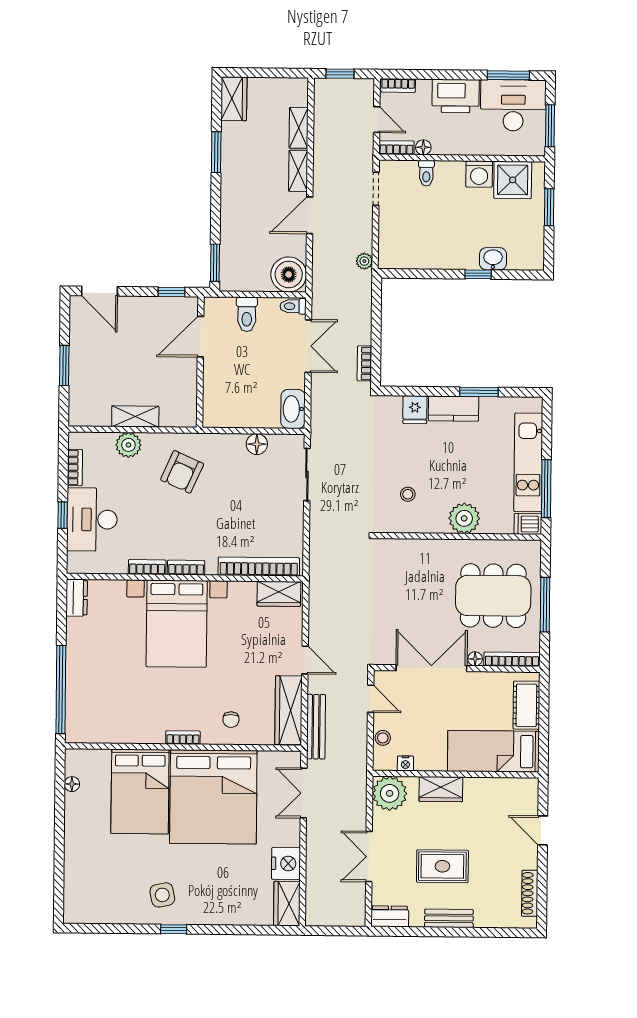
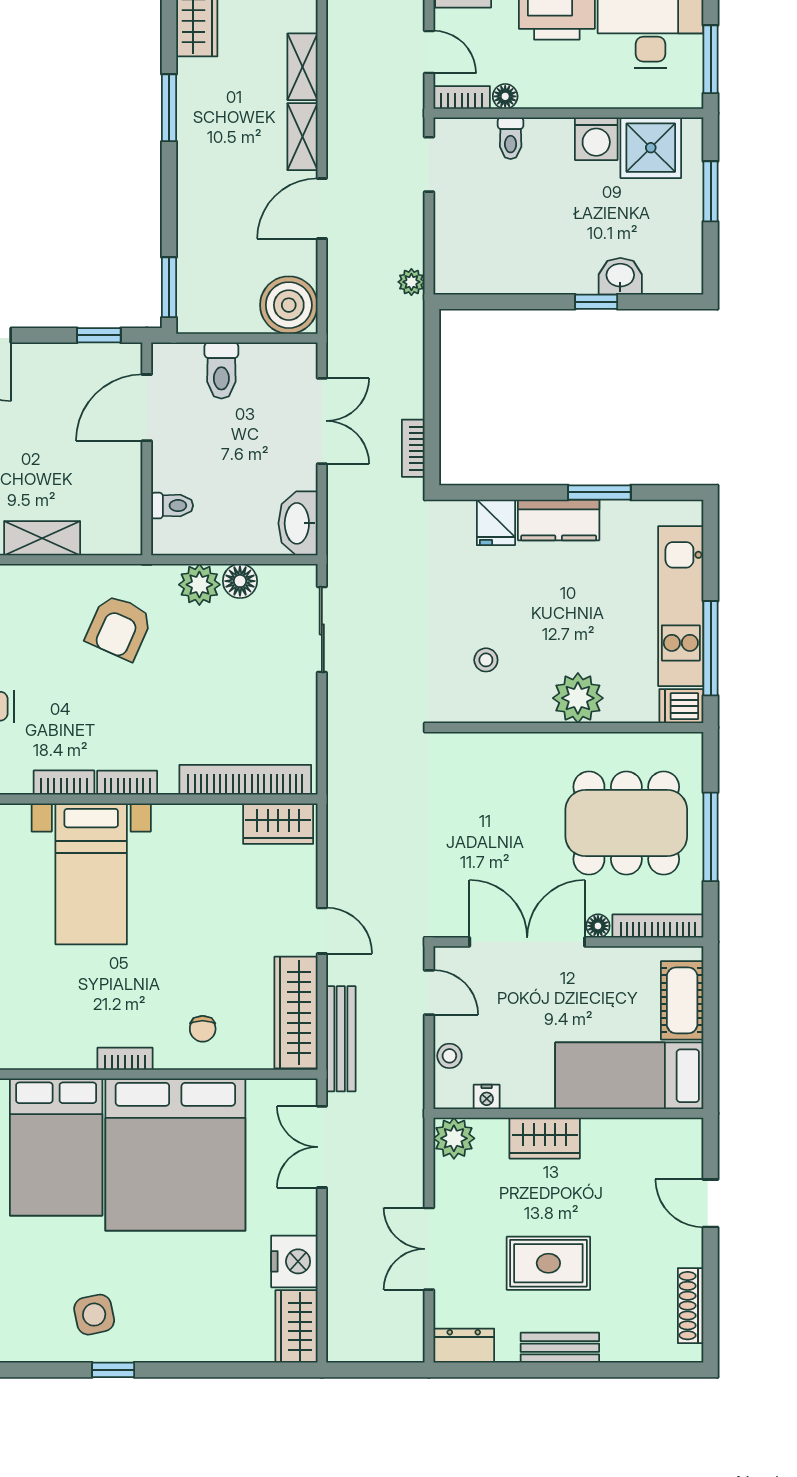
toilet: (293, 306) -> (172, 506), moved, turned 180
plant: (128, 445) -> (199, 585), moved
bed with nightstands: (177, 624) -> (91, 874), width x0.73
plant: (390, 793) -> (454, 1138), width x0.73, depth x0.73

